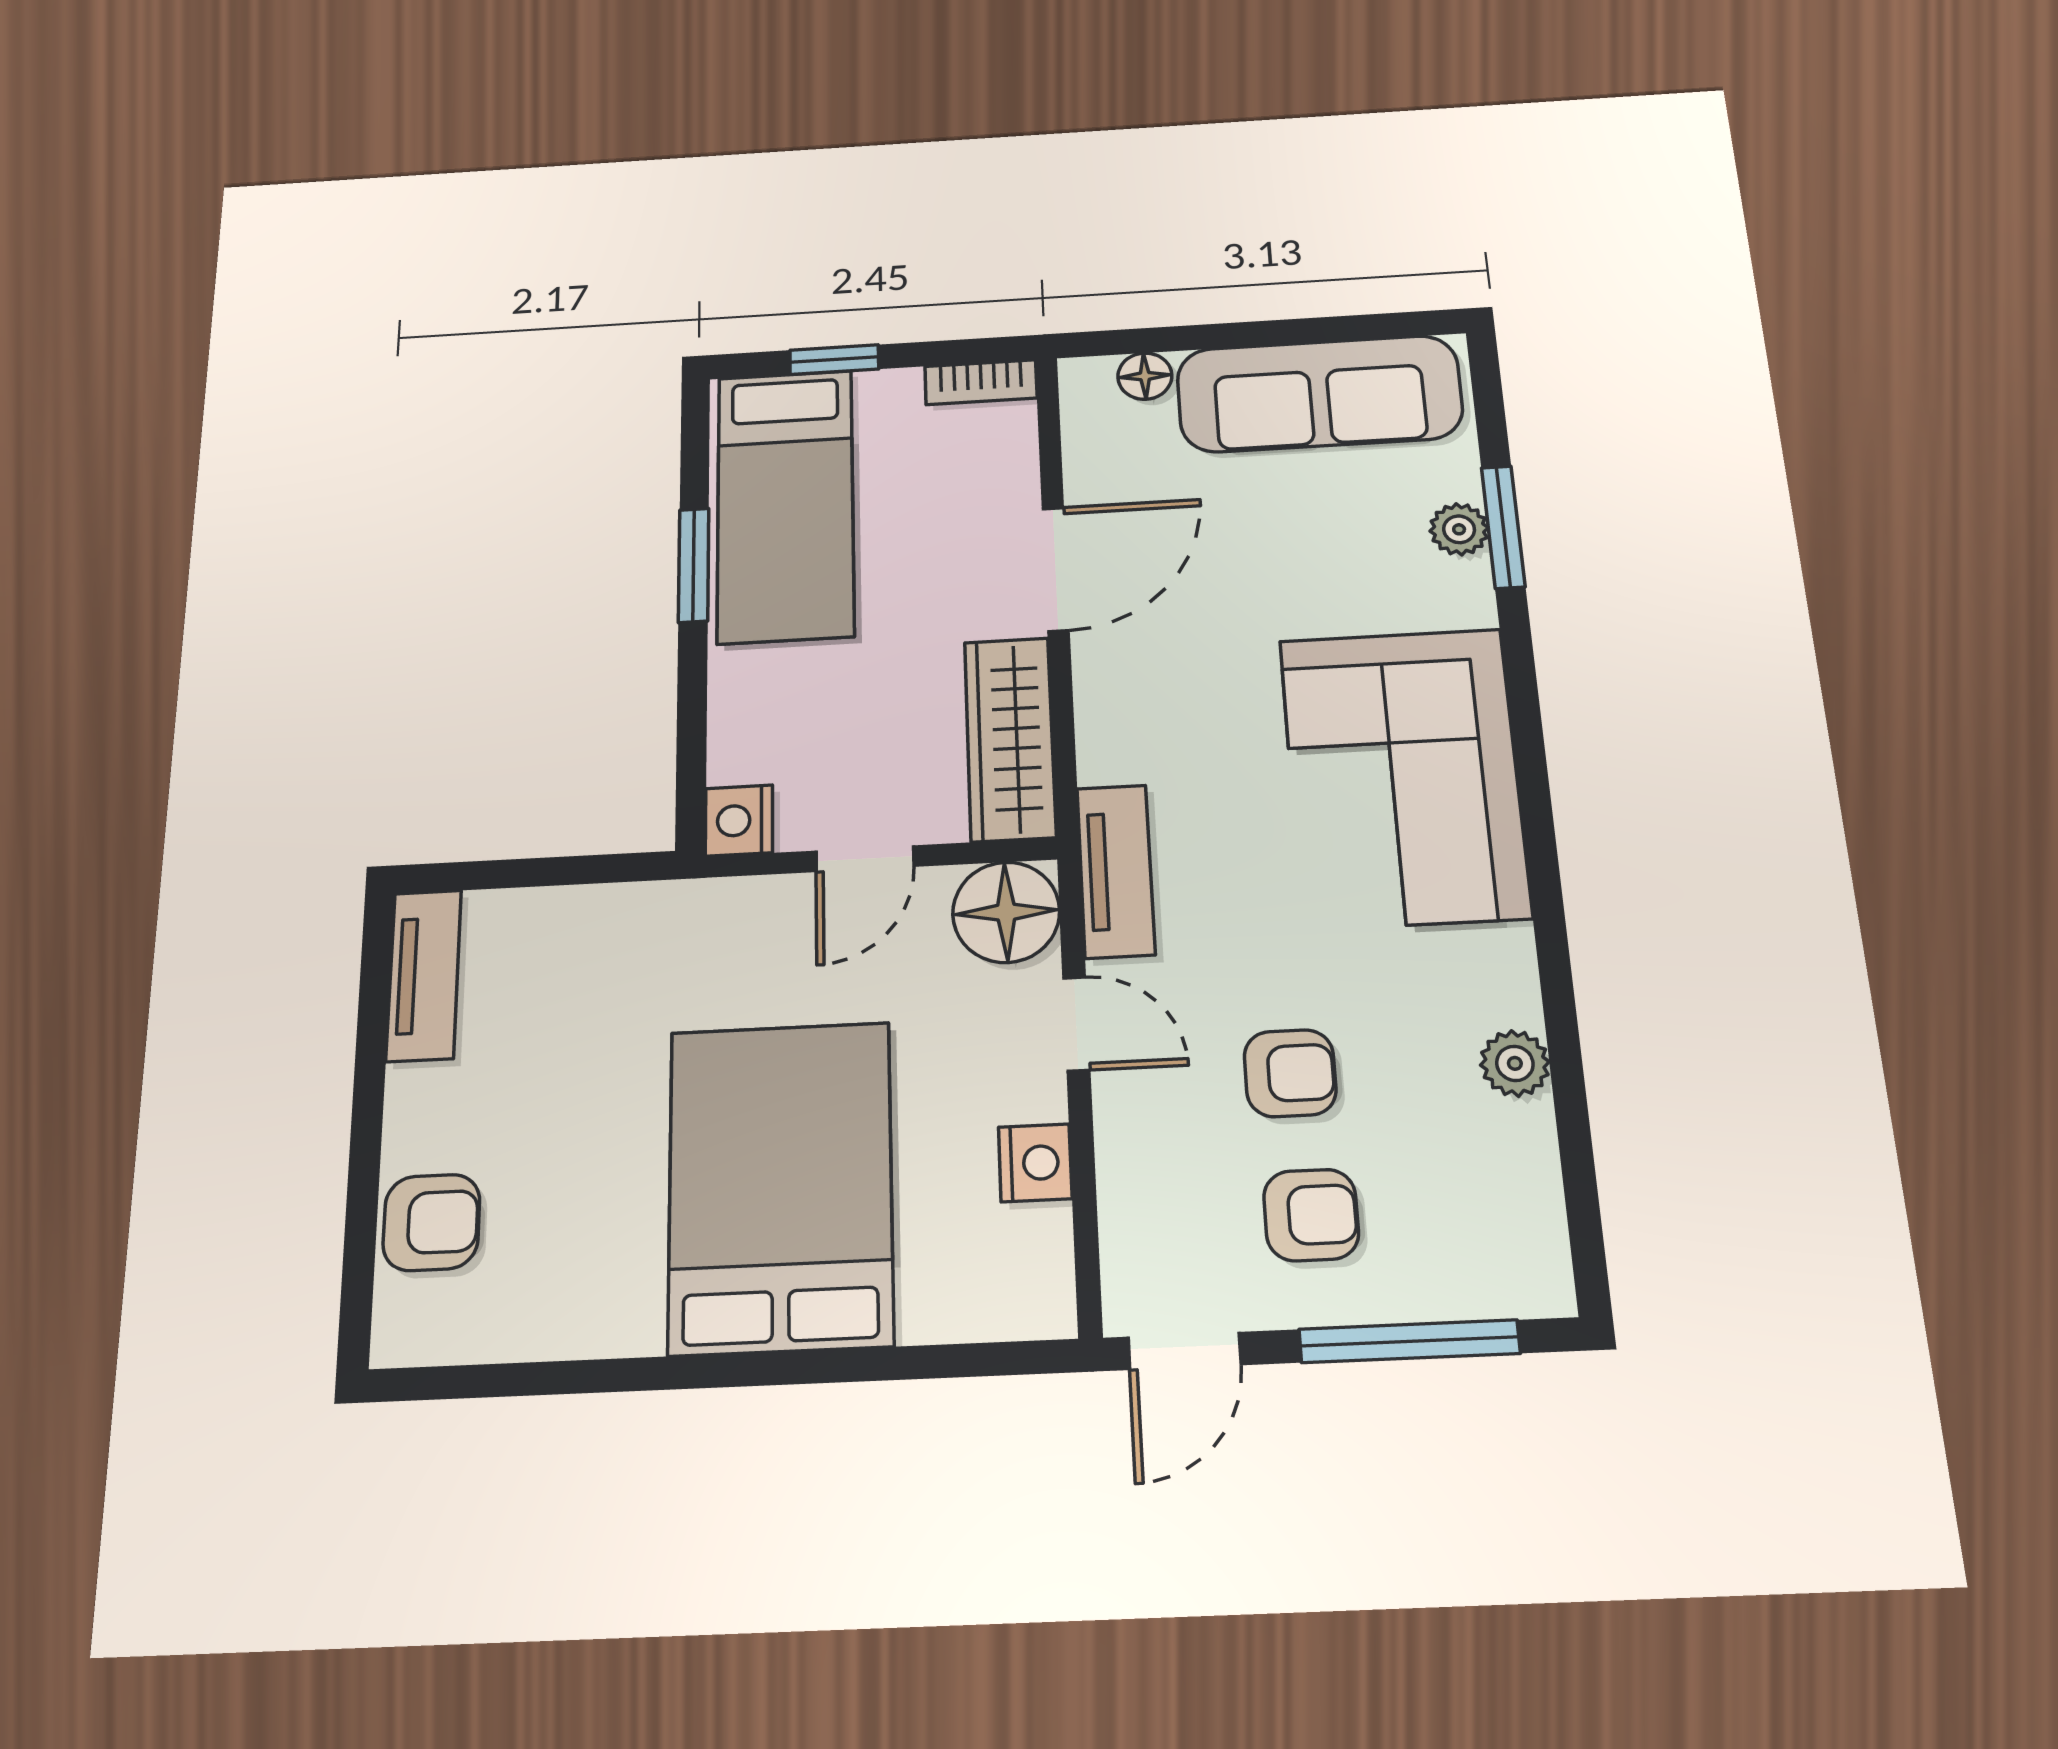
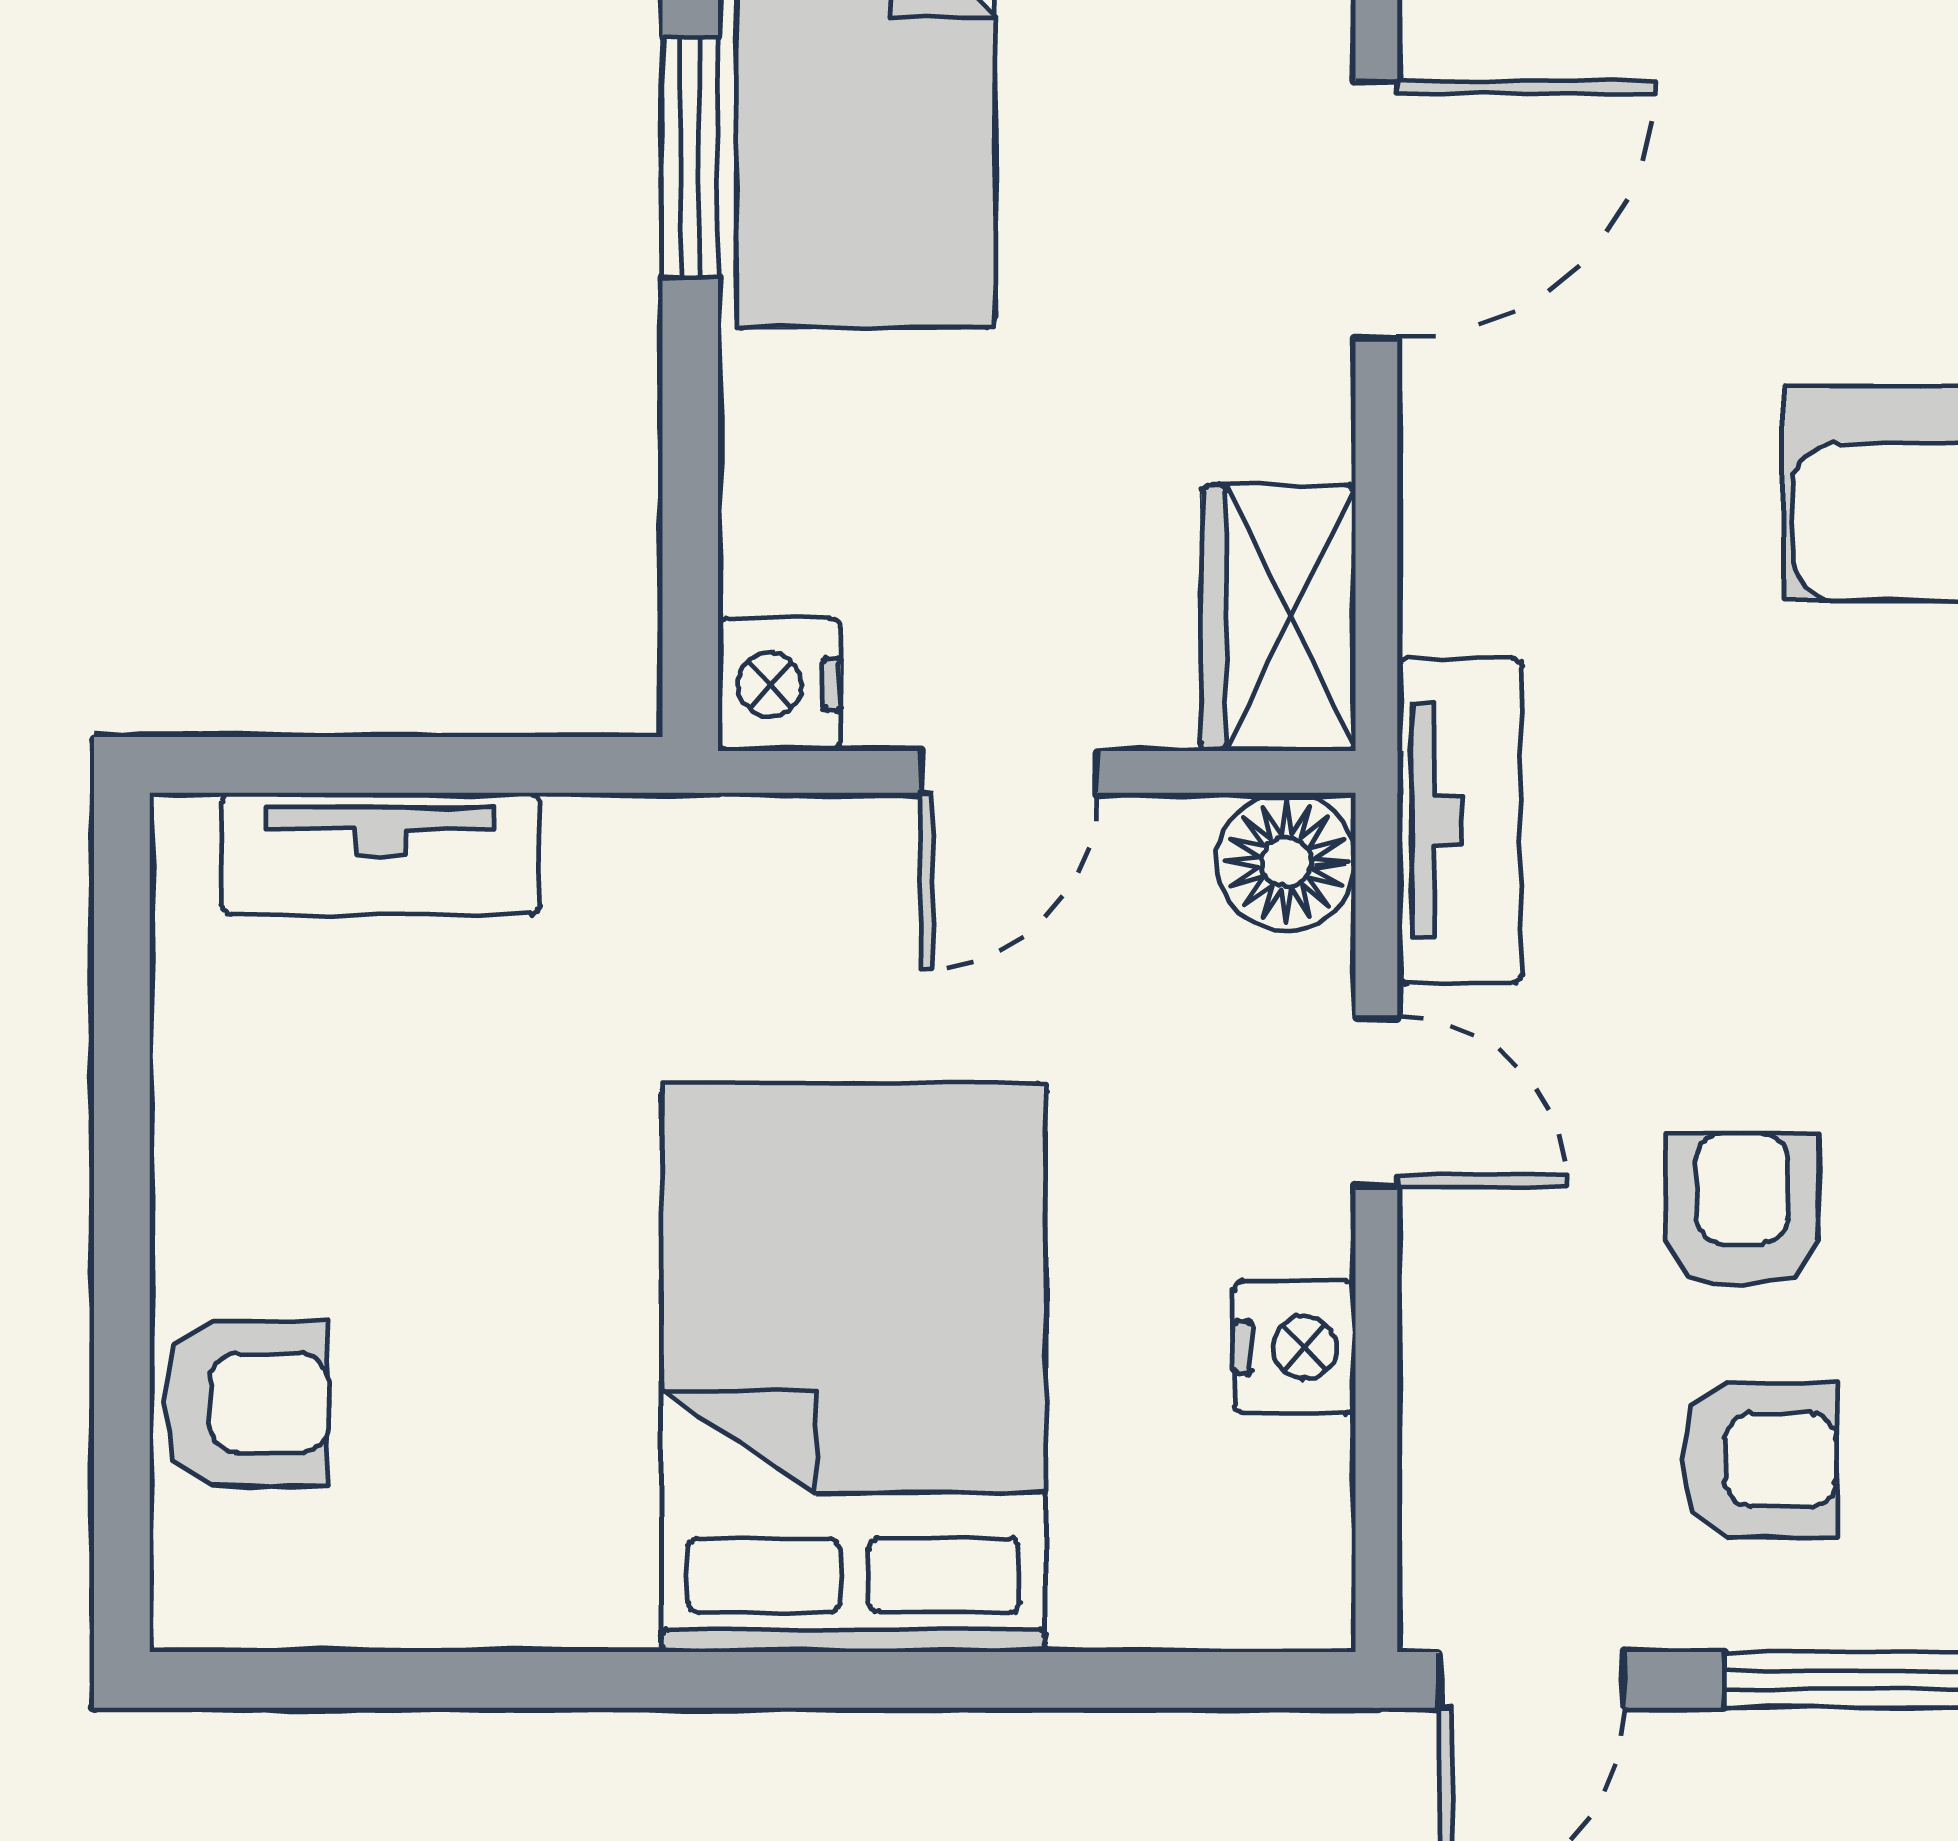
wardrobe: (1010, 739) -> (1279, 618), width x0.67
floor lamp: (1006, 912) -> (1286, 862), width x0.73, depth x0.73
tv unit: (424, 975) -> (380, 853), moved, turned 90
armchair: (1290, 1073) -> (1742, 1210), turned -90

